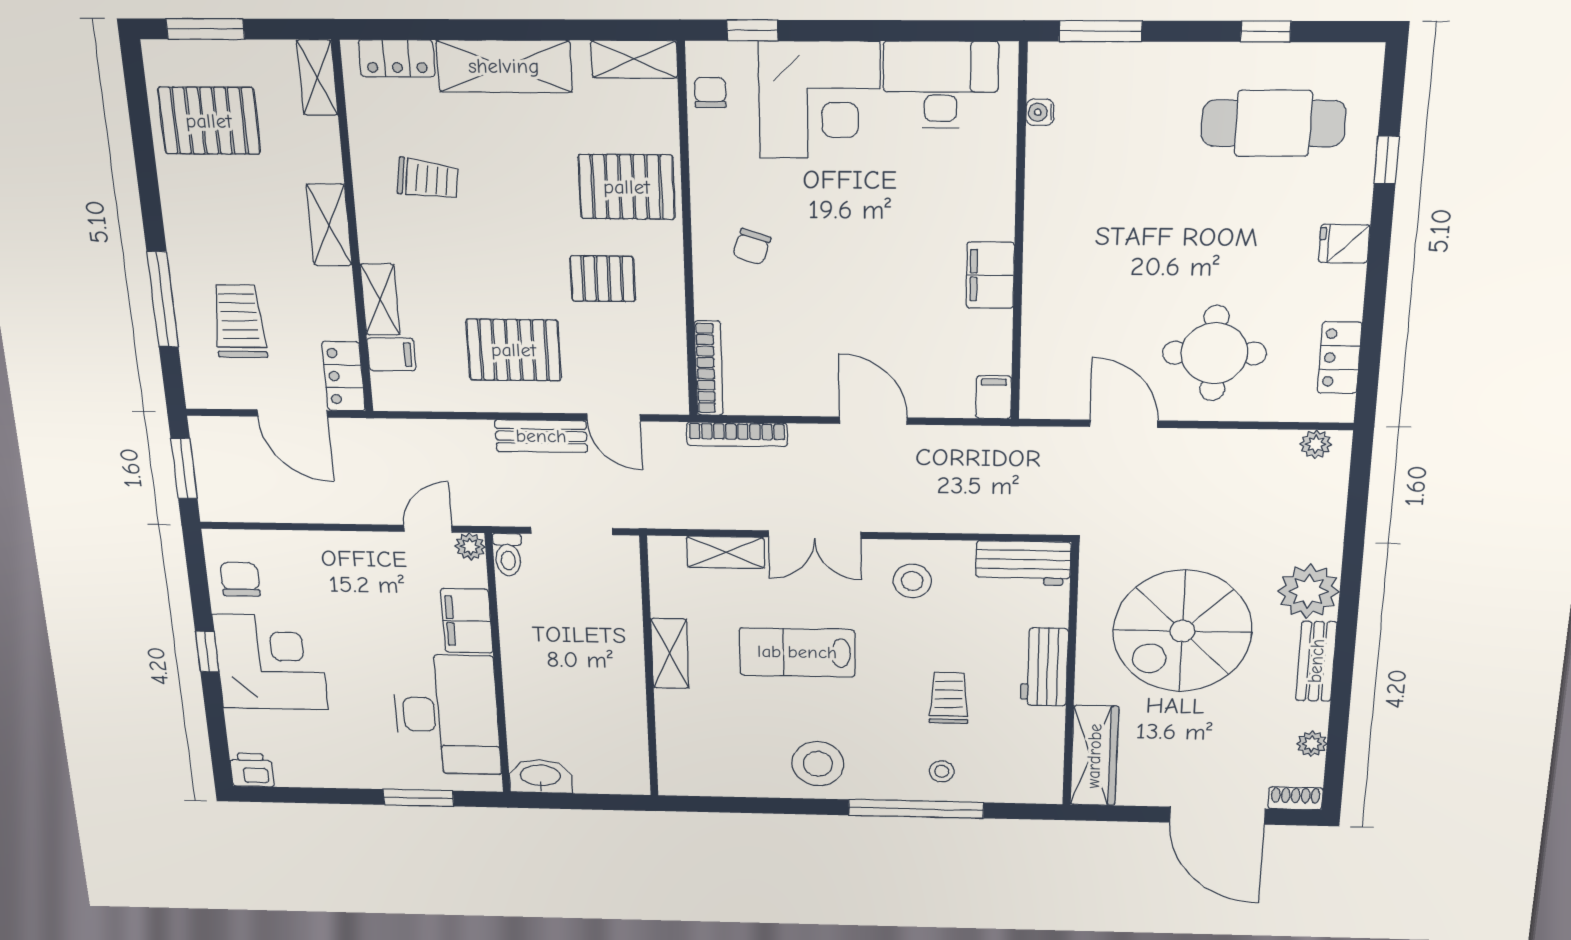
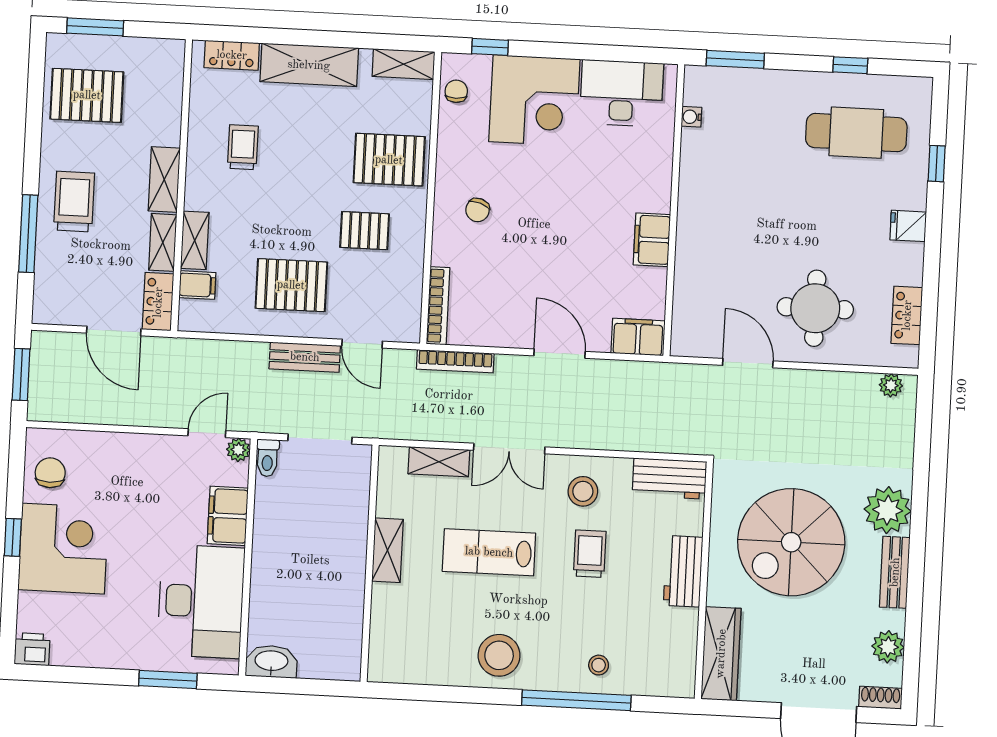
shelving: (317, 78) -> (163, 242), moved
trolley: (428, 179) -> (243, 147), turned -98
trolley: (239, 321) -> (74, 202), moved
filing cabinet: (994, 397) -> (638, 337), width x2.00
trolley: (949, 698) -> (590, 554), moved
plant: (1312, 744) -> (888, 647), width x1.38, depth x1.38

